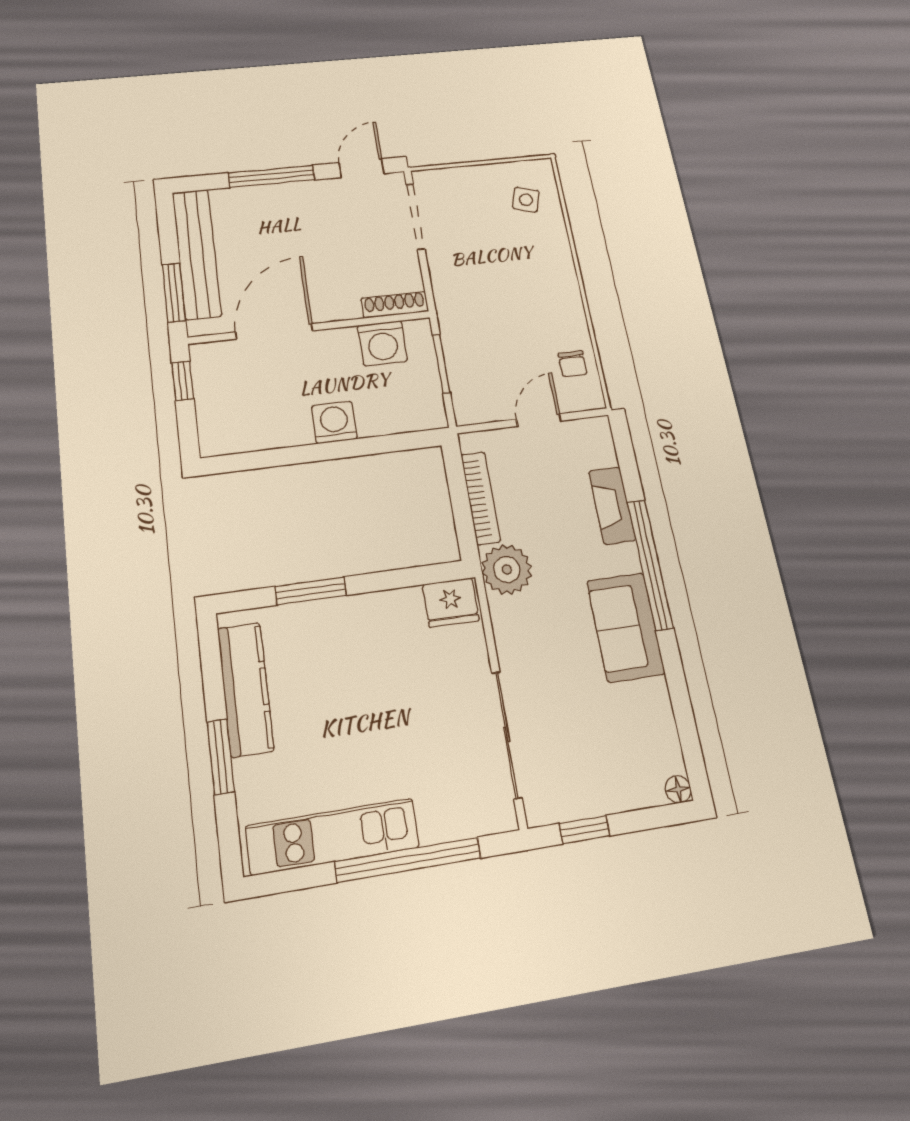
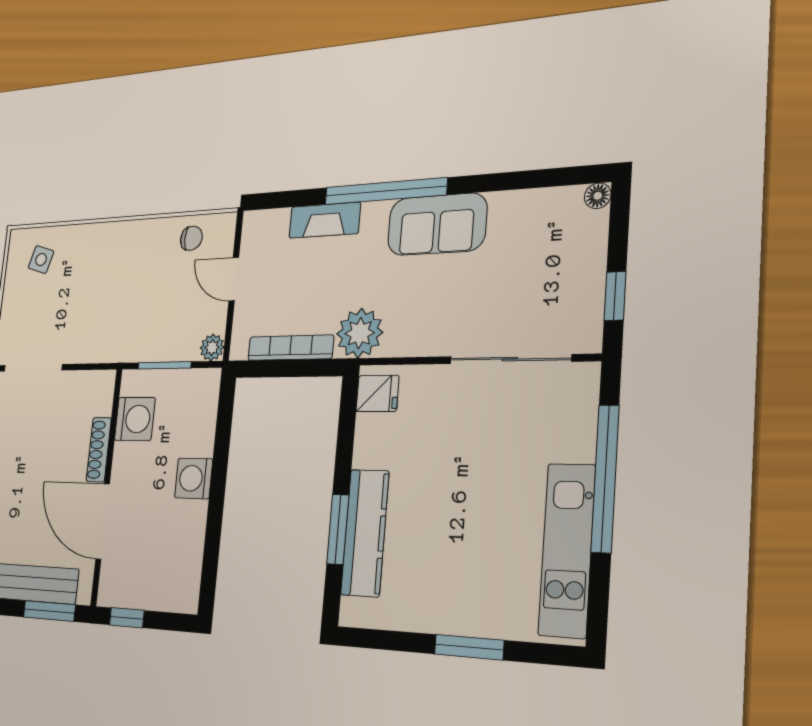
shoe rack: (395, 305) -> (99, 450), moved
plant: (467, 412) -> (212, 347), added
fridge: (451, 602) -> (377, 393), width x0.72
kitchen counter: (245, 689) -> (365, 533), moved, turned 90

